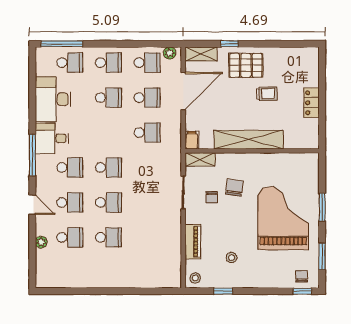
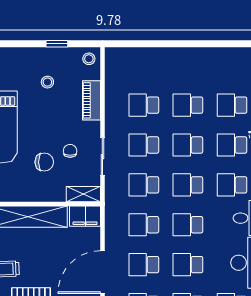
school desk: (108, 133) -> (188, 225), added
filing cabinet: (192, 140) -> (85, 216), width x2.00
school desk: (147, 167) -> (144, 185), added
chair: (234, 187) -> (44, 162), turned -98
school desk: (147, 202) -> (144, 145), added
school desk: (147, 237) -> (144, 105), added

